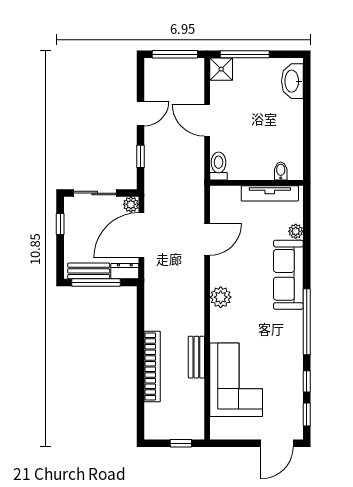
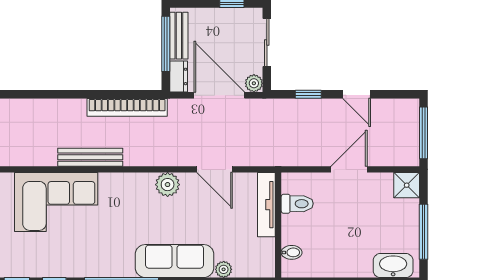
window: (245, 54) -> (424, 232), moved
toilet: (219, 166) -> (297, 204), moved
tv unit: (270, 193) -> (266, 205), moved
plant: (221, 297) -> (168, 185), moved
bench: (196, 357) -> (90, 157), width x1.36
bookcase: (152, 366) -> (127, 107), moved

